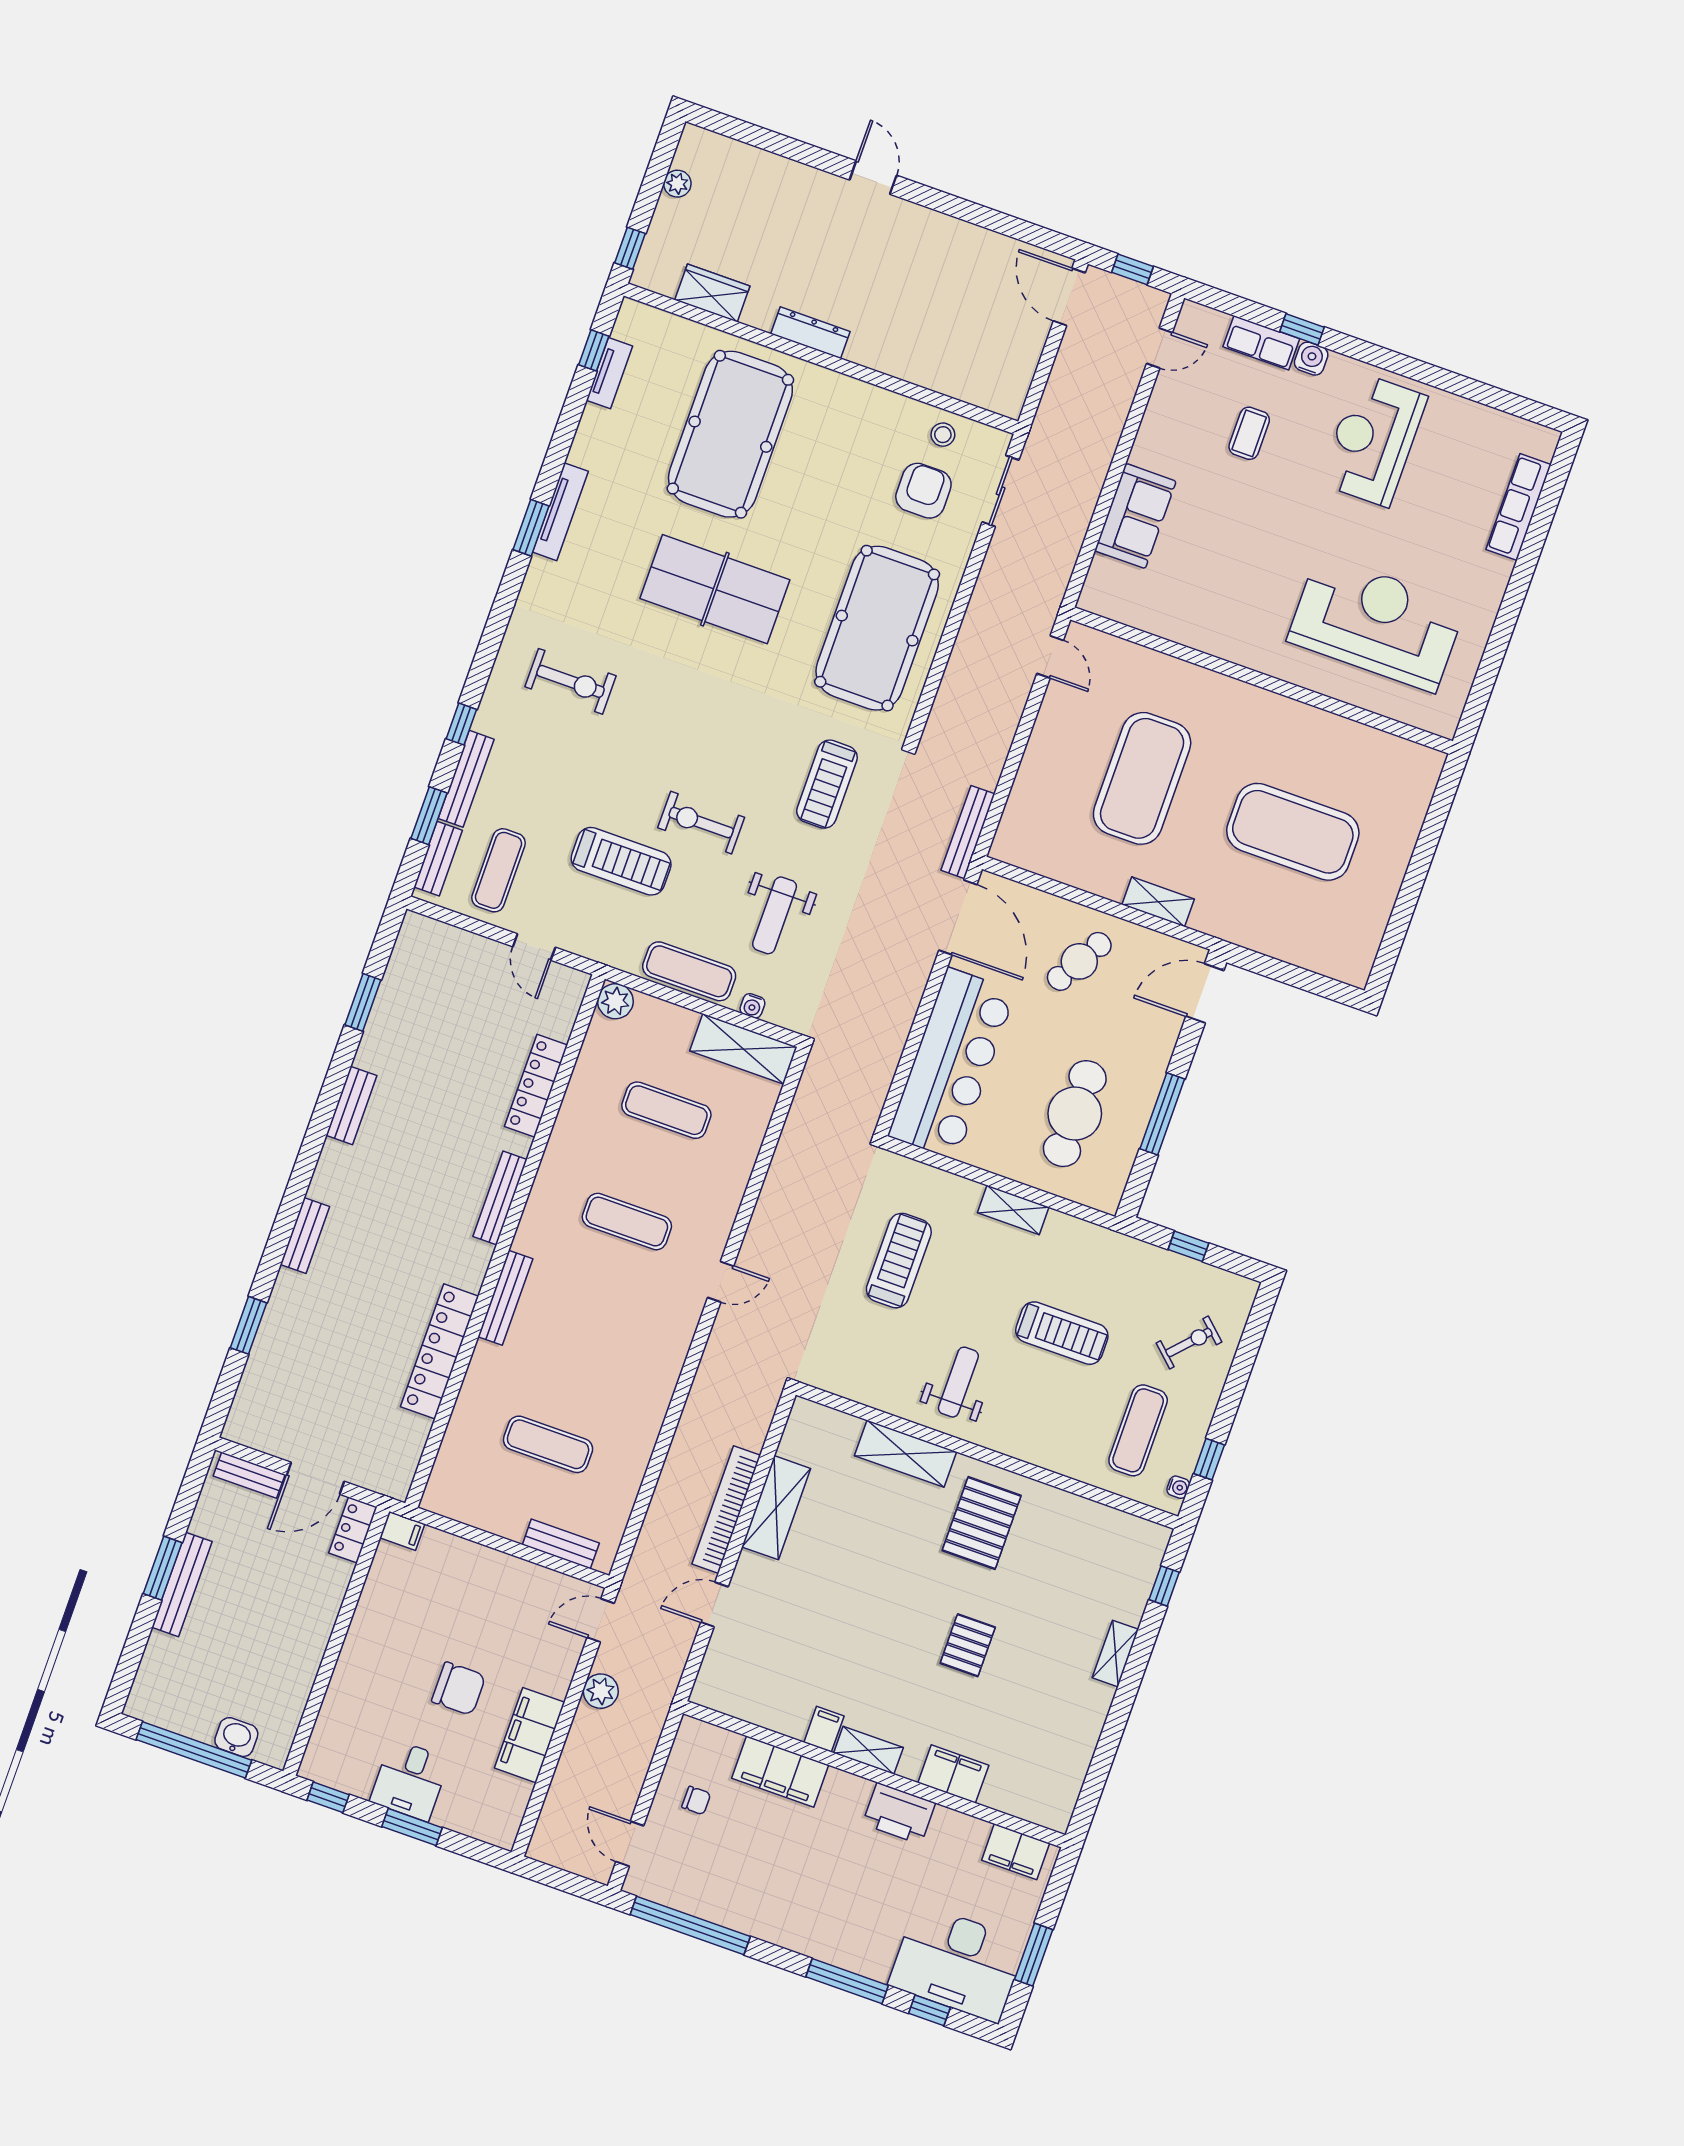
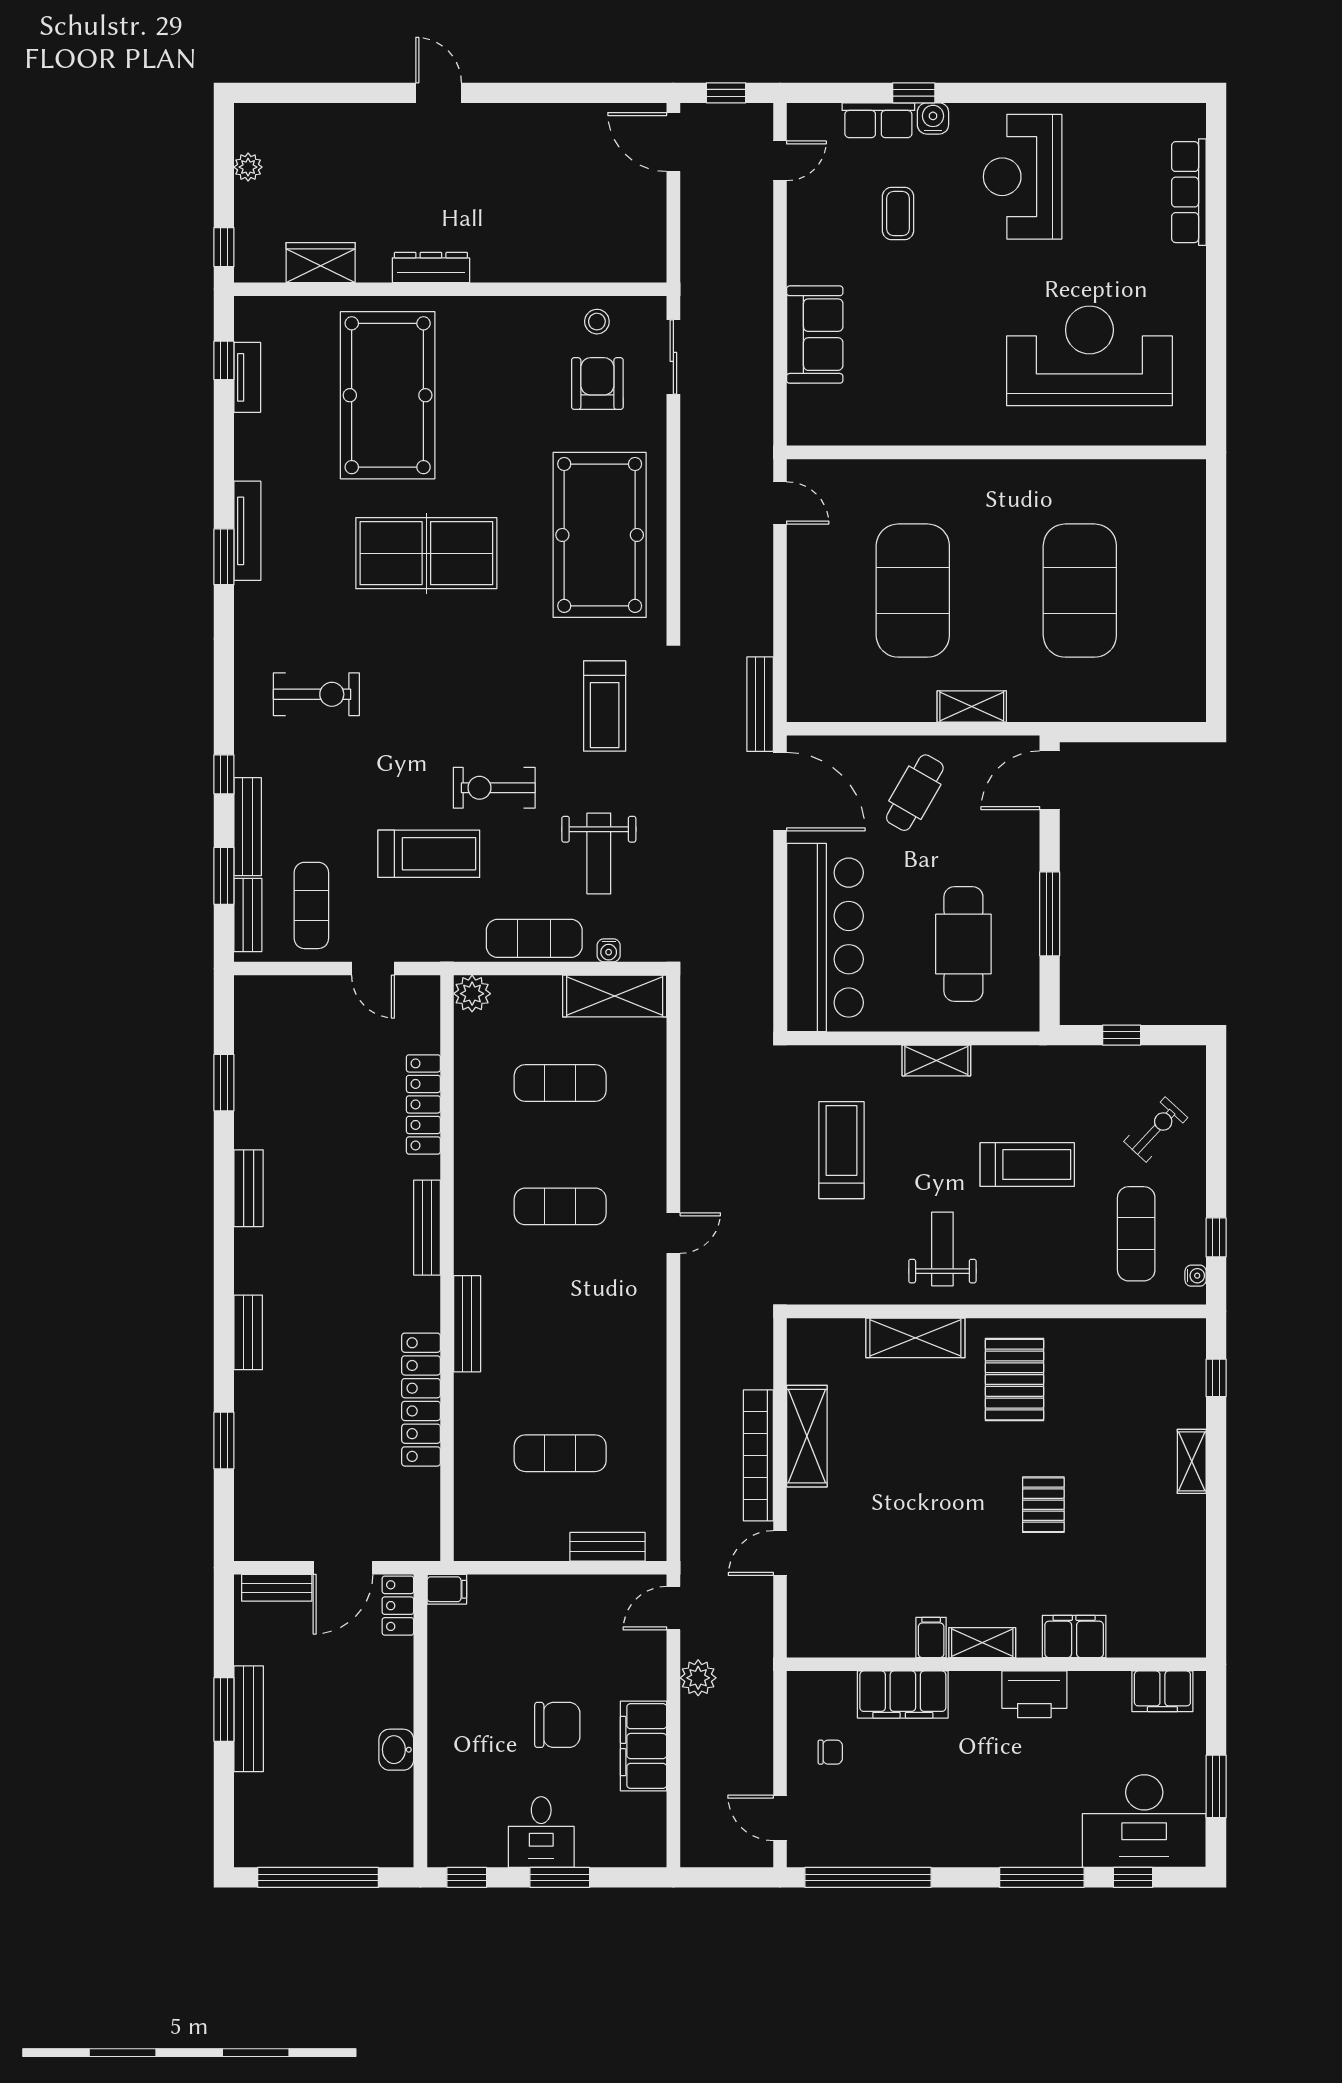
exercise mat: (1293, 832) -> (1080, 591), turned 90
washbasin: (236, 1737) -> (396, 1750), moved, turned -90

